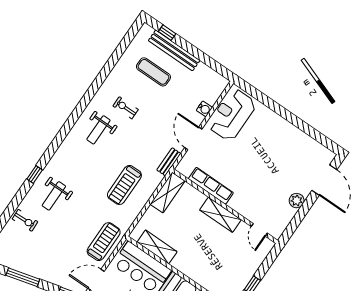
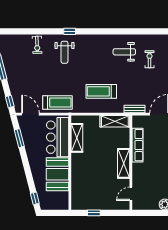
weight bench: (54, 196) -> (65, 52), turned -90

